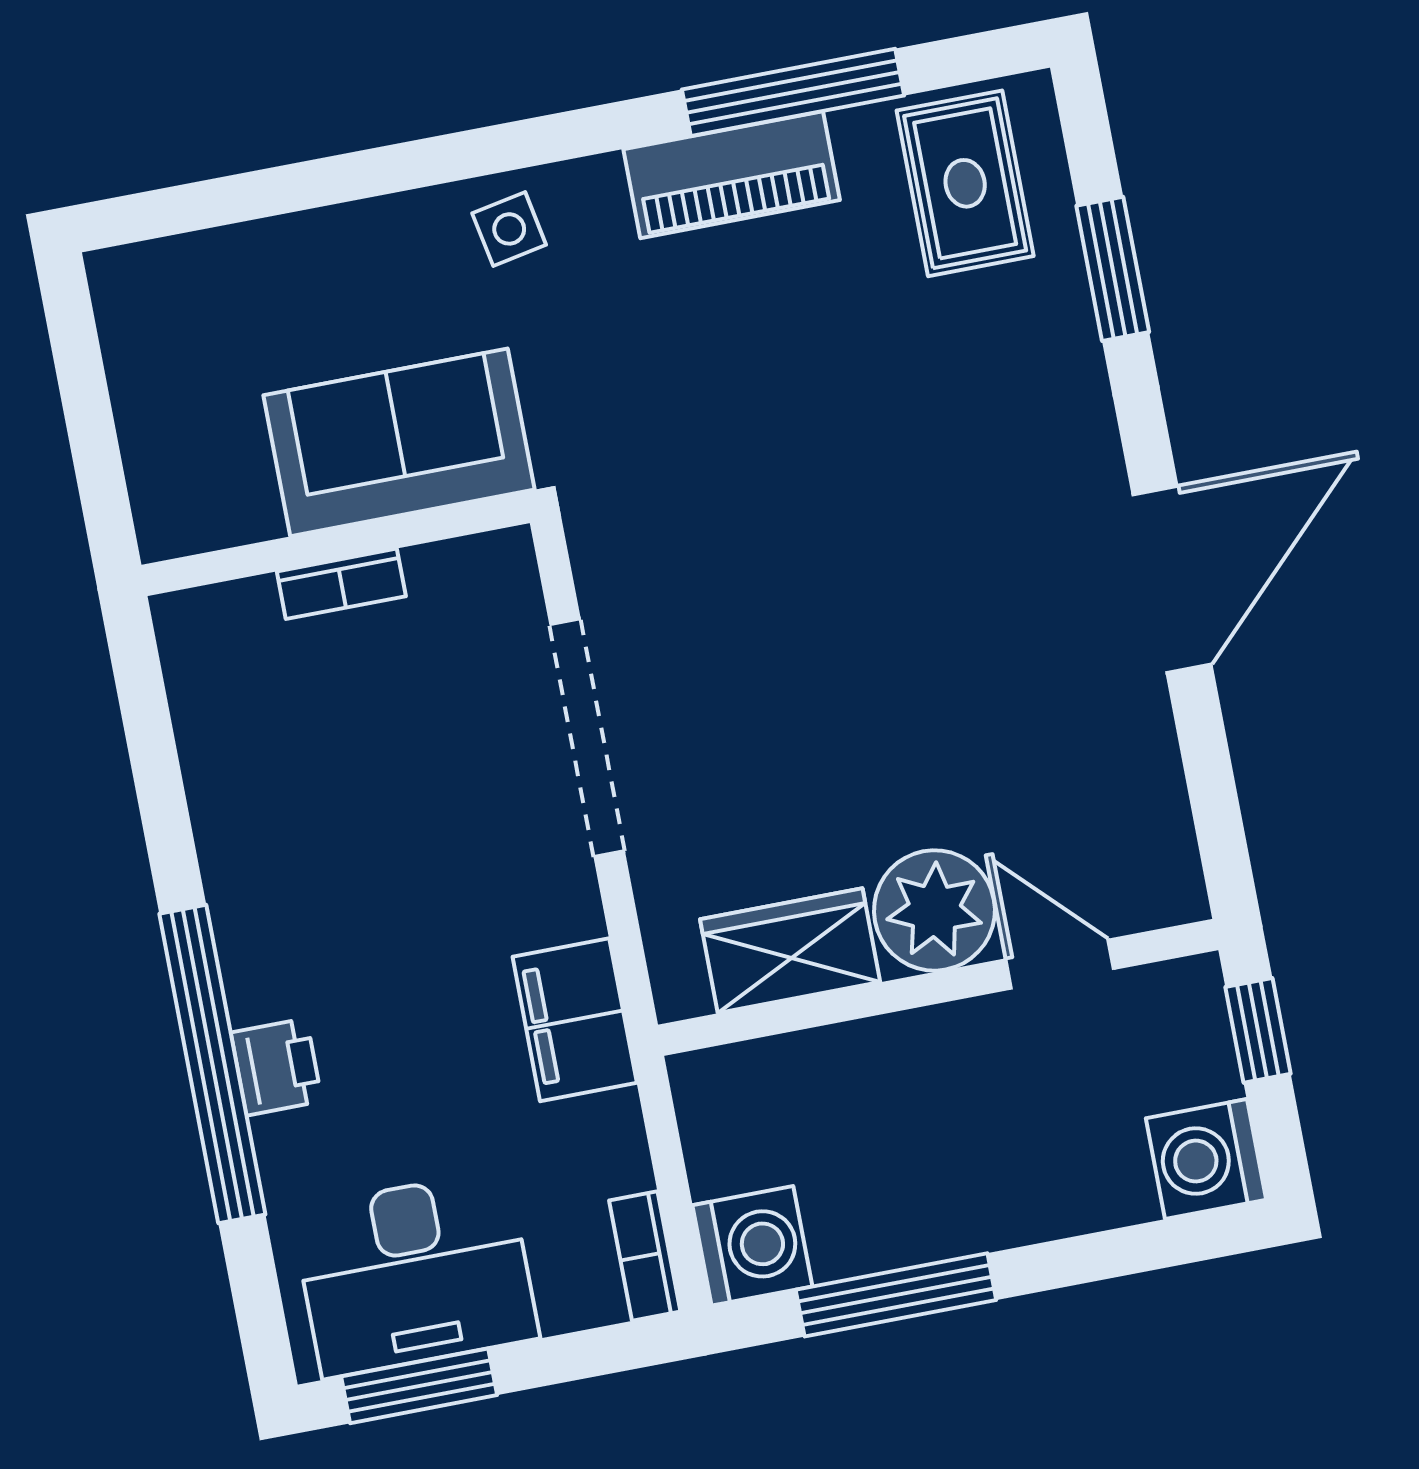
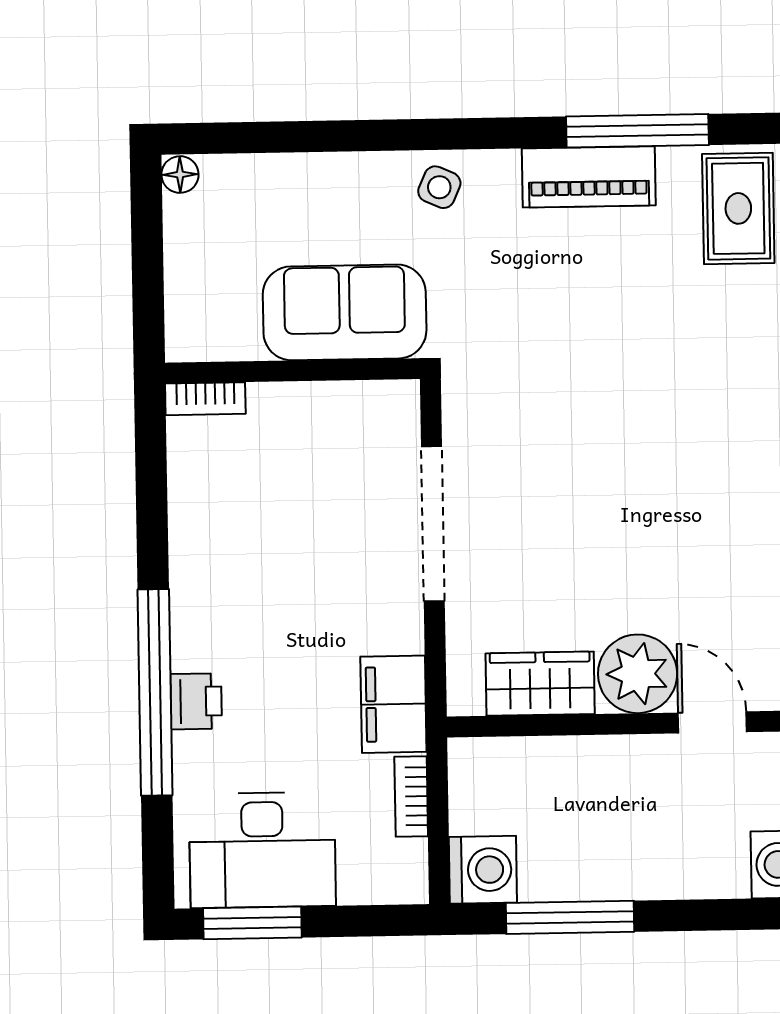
side table: (509, 229) -> (439, 187), turned 35
floor lamp: (115, 277) -> (180, 175), added
bookcase: (341, 584) -> (205, 399), moved
bookcase: (645, 1256) -> (411, 796), moved

